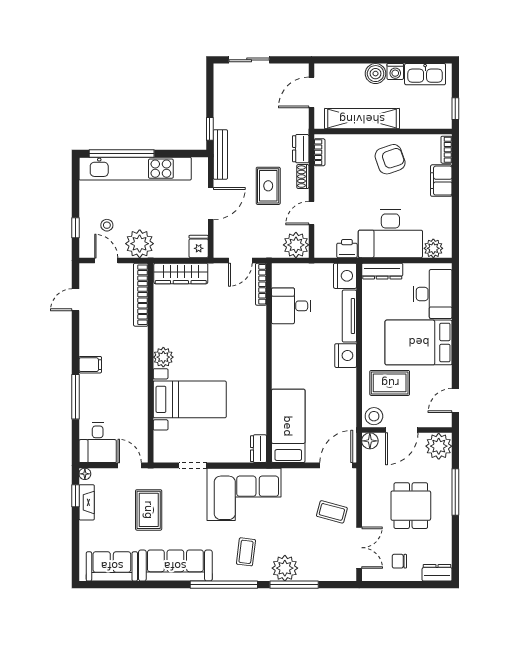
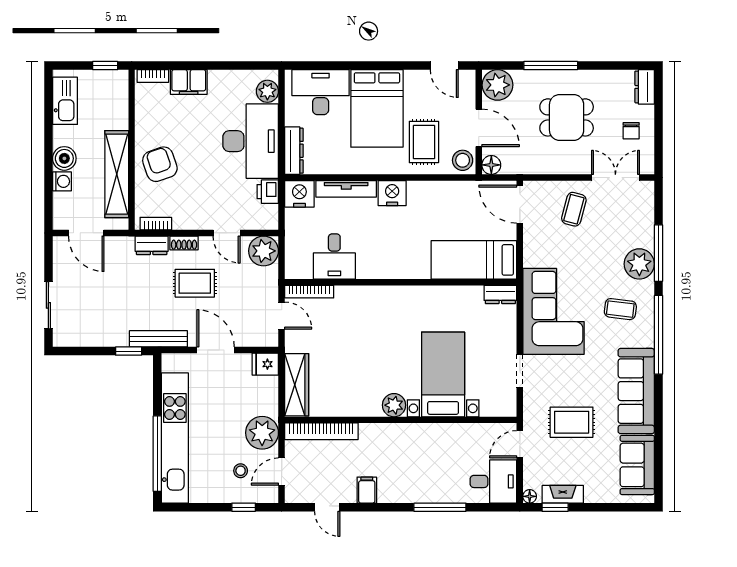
washing machine: (395, 72) -> (62, 181), moved
armchair: (390, 159) -> (160, 164), moved
filing cabinet: (90, 365) -> (367, 490), moved

